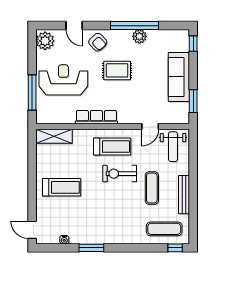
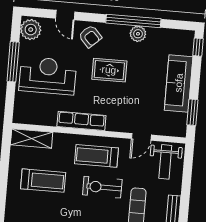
window: (32, 93) -> (13, 62), moved
treadmill: (112, 147) -> (96, 156), turned 180
treadmill: (62, 187) -> (43, 181), moved

